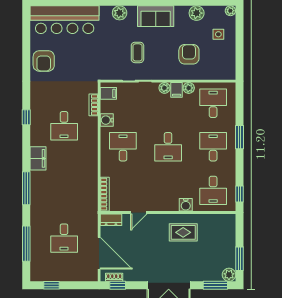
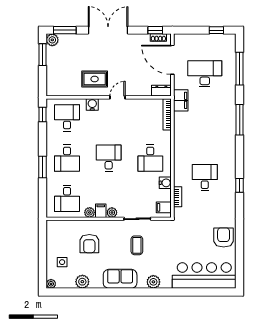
filing cabinet: (38, 158) -> (181, 100), moved, turned 180
door: (139, 212) -> (118, 97), moved
desk: (64, 238) -> (205, 74), width x1.37

